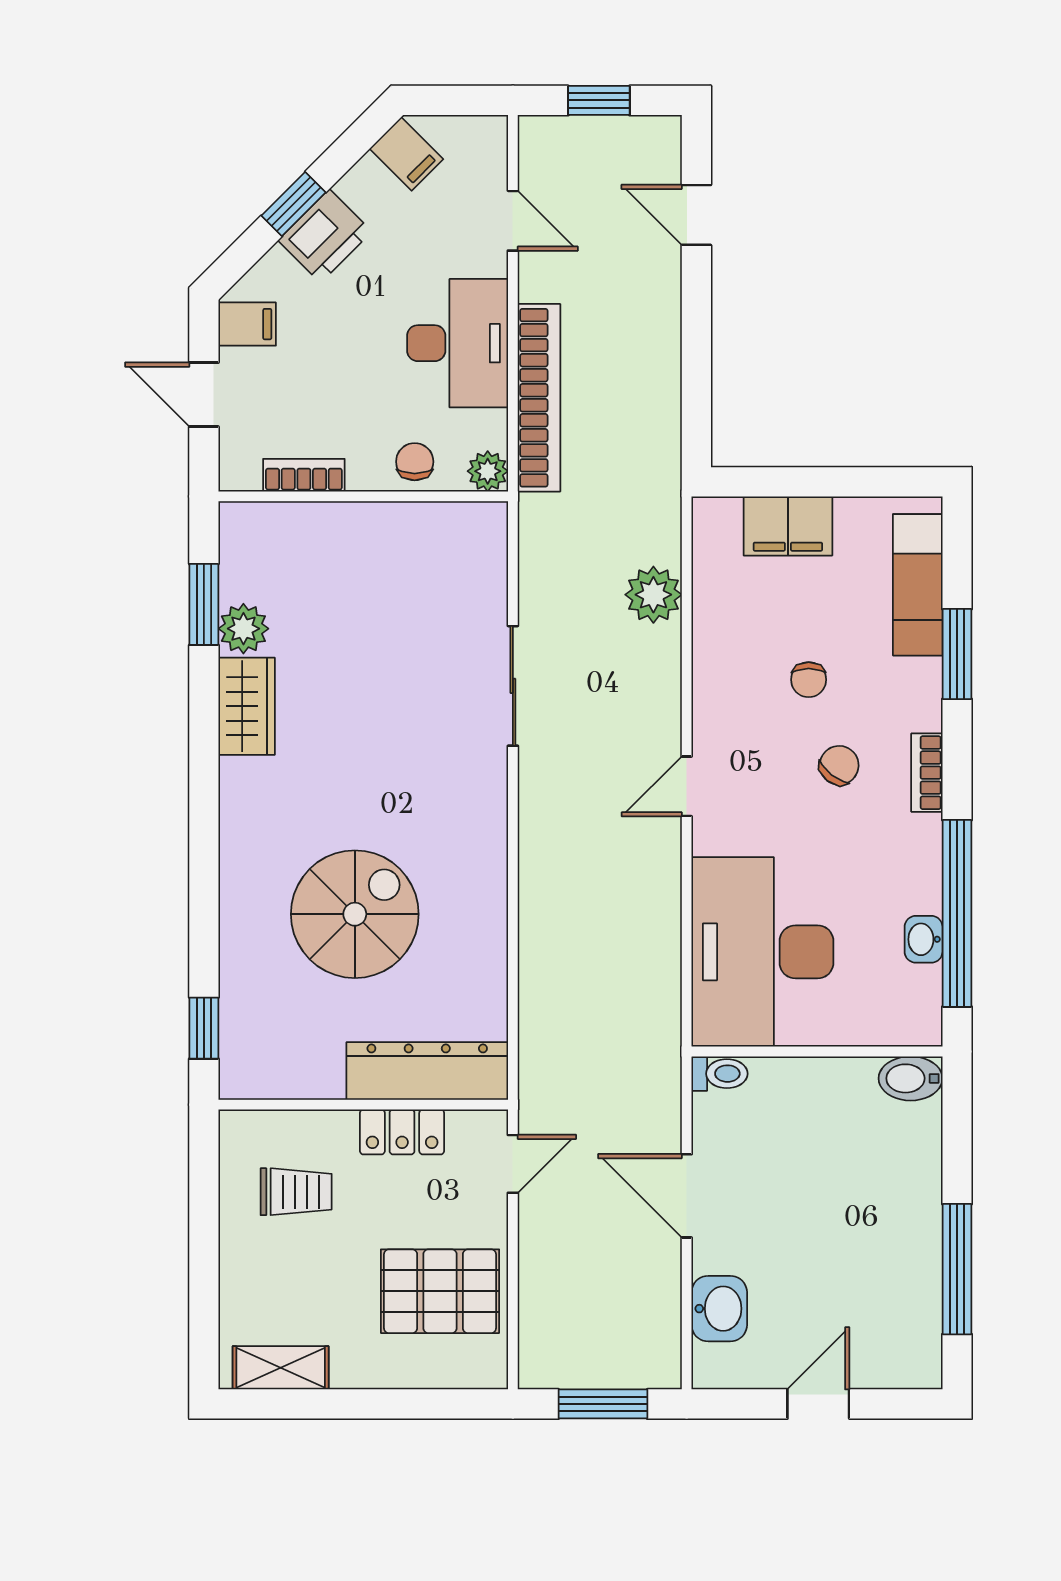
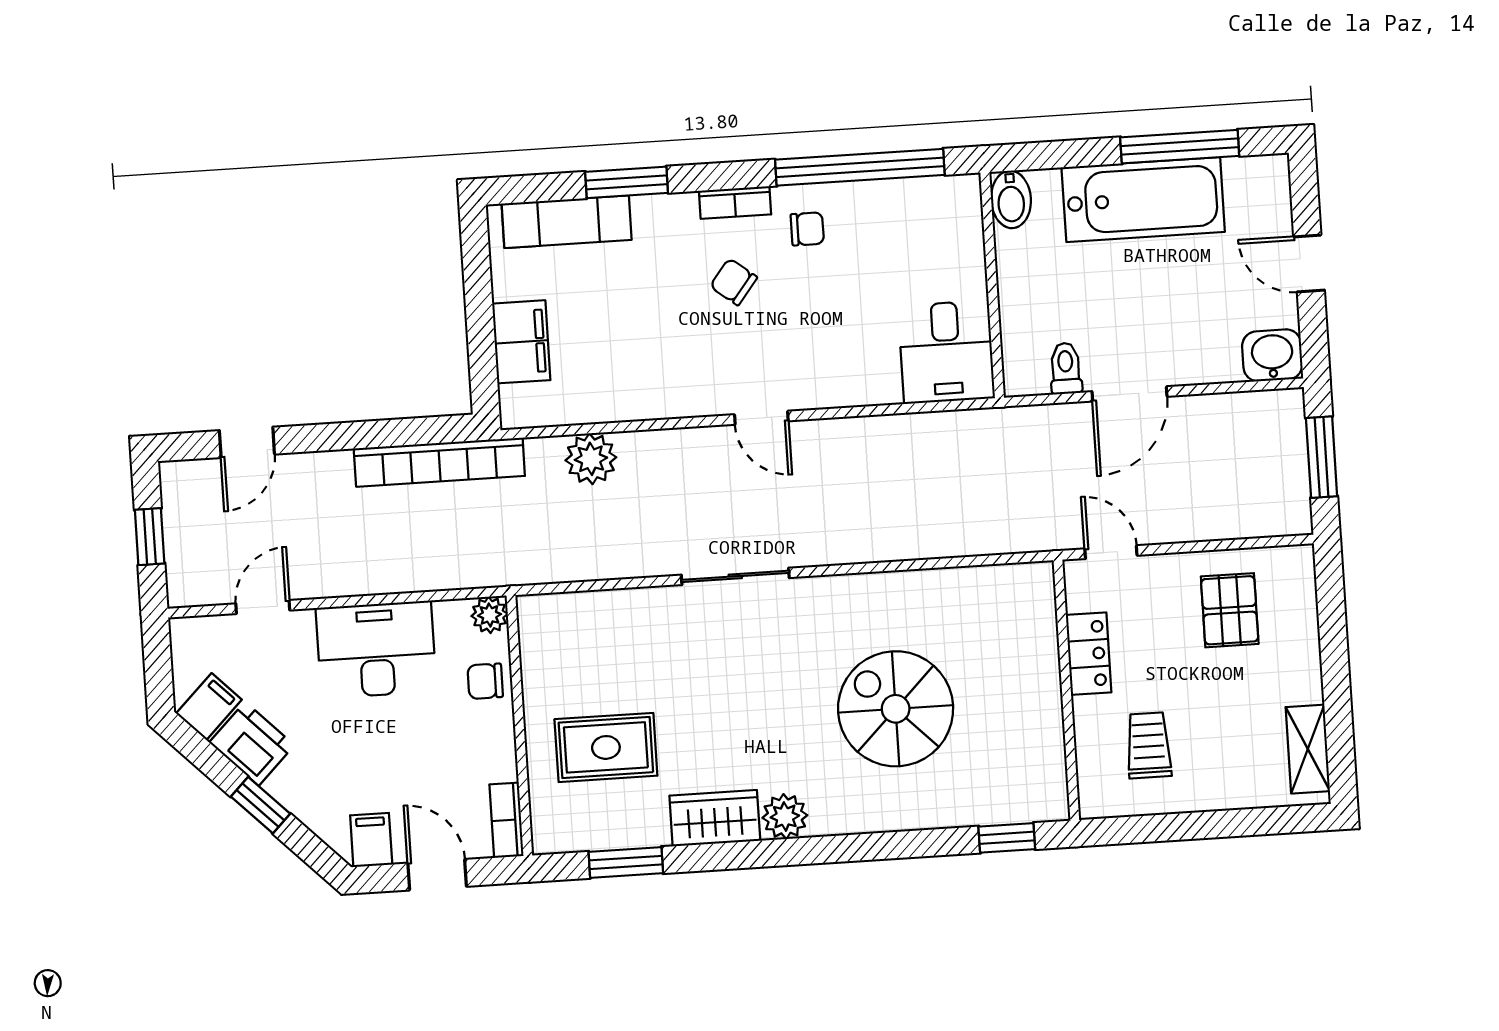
printer: (325, 236) -> (252, 744), moved
door: (204, 395) -> (437, 875), swing flipped
bookcase: (539, 398) -> (439, 462), moved, turned 180
bookcase: (304, 475) -> (506, 820), moved
rug: (333, 591) -> (606, 747), added
plant: (243, 629) -> (785, 816), moved
chair: (809, 680) -> (807, 229), moved
sliding door: (513, 686) -> (735, 576), moved
washbasin: (924, 939) -> (885, 196), removed
desk: (762, 952) -> (946, 352), width x0.53, depth x0.77
dresser: (427, 1071) -> (1032, 635), removed
toilet: (720, 1074) -> (1066, 368), moved
bathtub: (901, 1225) -> (1143, 200), added
pallet: (440, 1291) -> (1230, 610), width x0.67, depth x0.71
washbasin: (719, 1309) -> (1272, 355), moved

